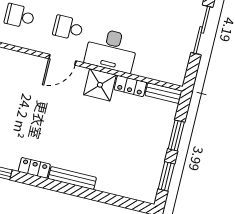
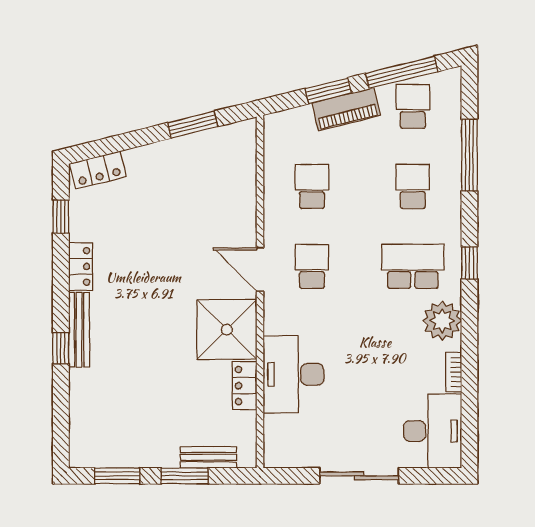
desk: (111, 50) -> (293, 374), moved
shower: (100, 85) -> (227, 330), width x1.37, depth x1.37
bench: (163, 93) -> (208, 457), moved, turned 90
window: (81, 192) -> (61, 348), added

